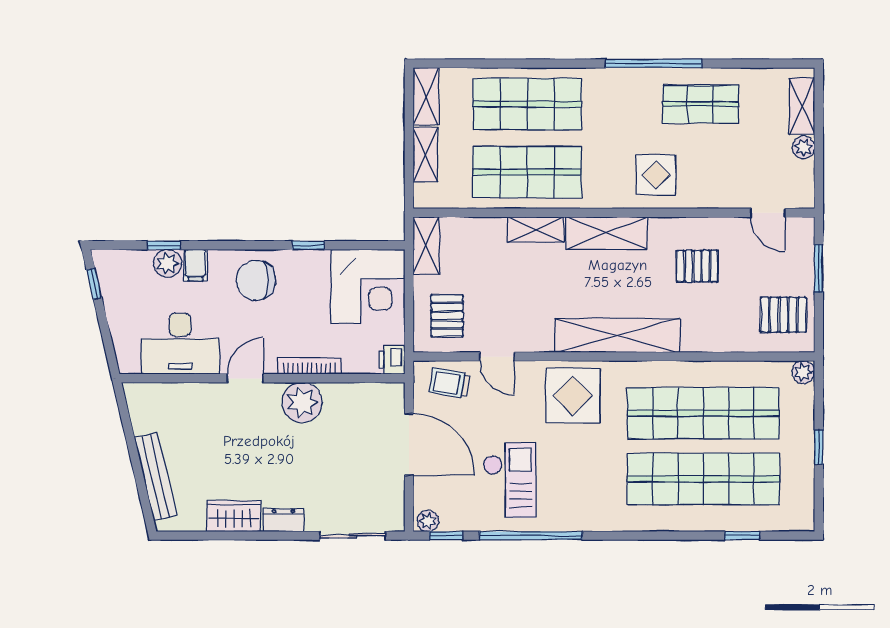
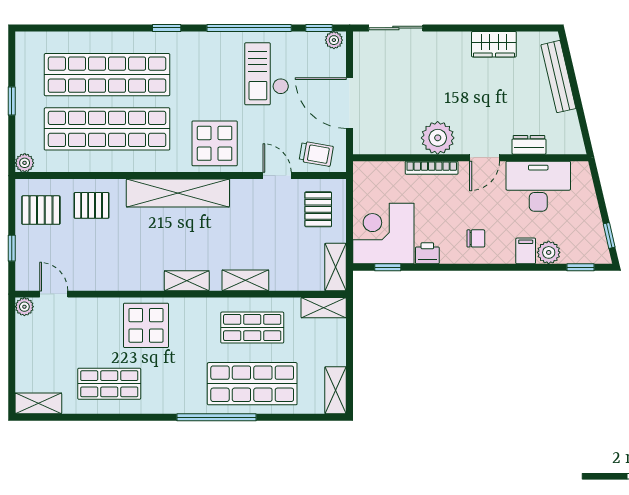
window: (653, 63) -> (216, 417), moved
shelving: (802, 106) -> (38, 403), moved, turned 90
plant: (803, 148) -> (24, 307), moved
shelving: (425, 155) -> (324, 308), moved, turned 90
shop shelf: (527, 172) -> (252, 328), width x0.70, depth x0.74
display table: (656, 175) -> (146, 325), width x1.36, depth x1.36
shelving: (606, 233) -> (187, 281), width x0.67, depth x0.75
window: (164, 245) -> (581, 267), moved
window: (308, 245) -> (388, 267), moved
pallet: (697, 266) -> (92, 205), moved
window: (819, 268) -> (12, 248), width x0.67
chair: (256, 280) -> (476, 238), width x0.54, depth x0.54
printer: (392, 360) -> (427, 253), moved, turned -90
dresser: (283, 520) -> (529, 145), moved, turned 180
window: (742, 536) -> (167, 28), moved

